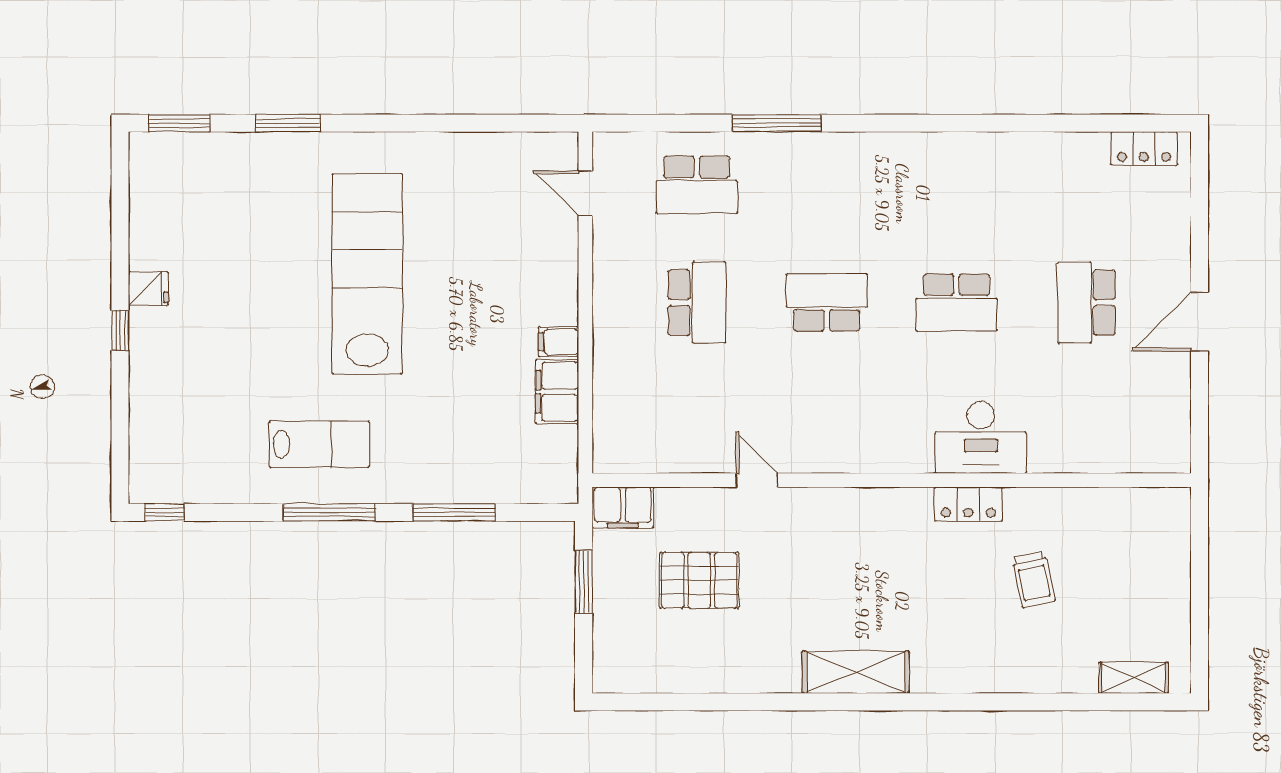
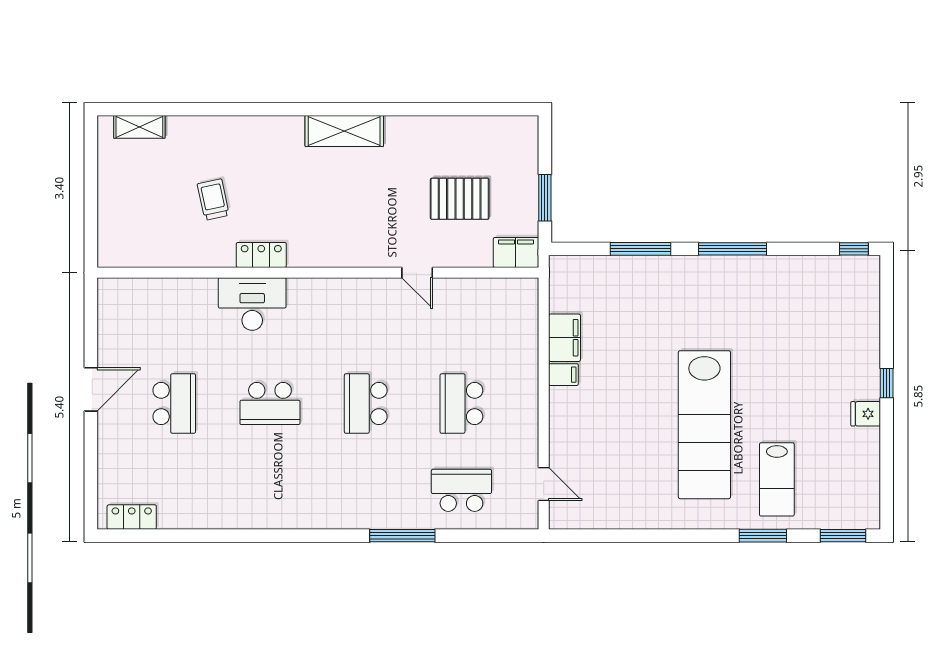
school desk: (827, 303) -> (366, 404), turned 90
school desk: (957, 303) -> (270, 404), turned 180
lab bench: (319, 444) -> (777, 479), moved, turned -90

